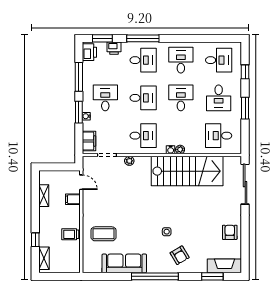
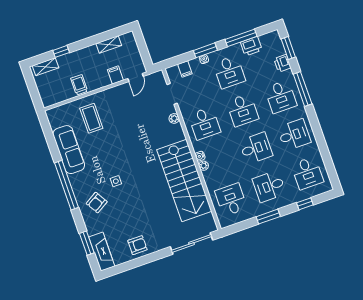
printer: (89, 52) -> (251, 46), moved
desk: (105, 98) -> (229, 72), turned 90
filing cabinet: (89, 141) -> (185, 69), width x0.50

